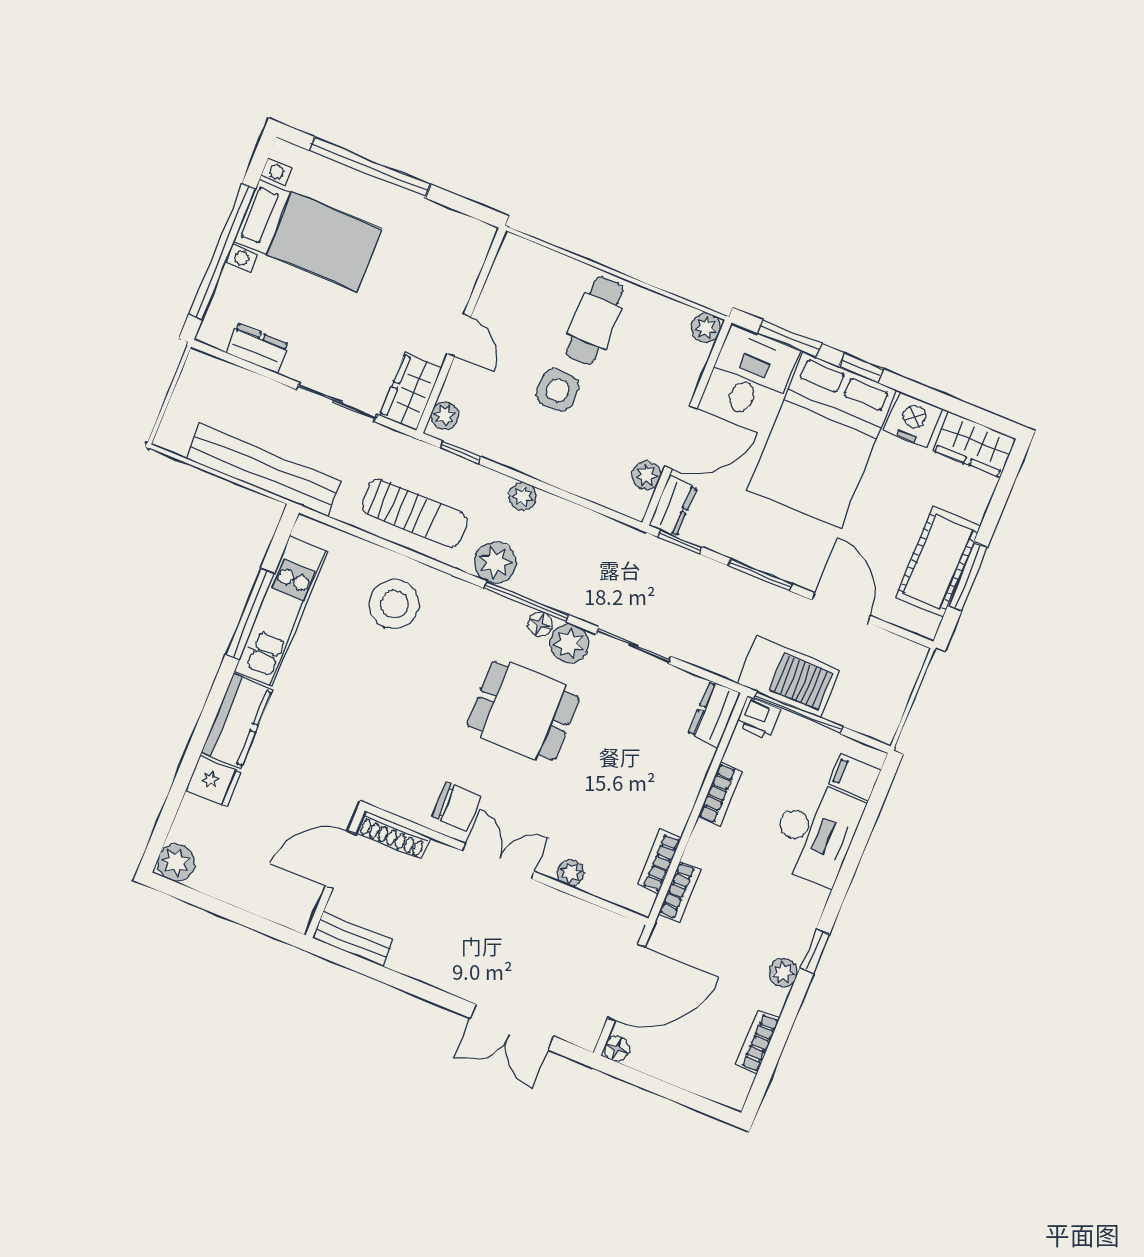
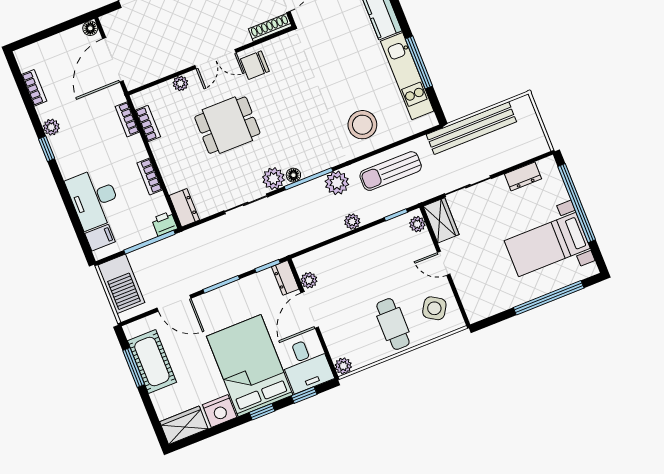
window: (789, 338) -> (304, 395), width x0.67
side table: (558, 390) -> (434, 308), moved, turned 32
barbecue: (788, 676) -> (121, 284), moved, turned -90
dining table: (523, 711) -> (227, 125), moved

